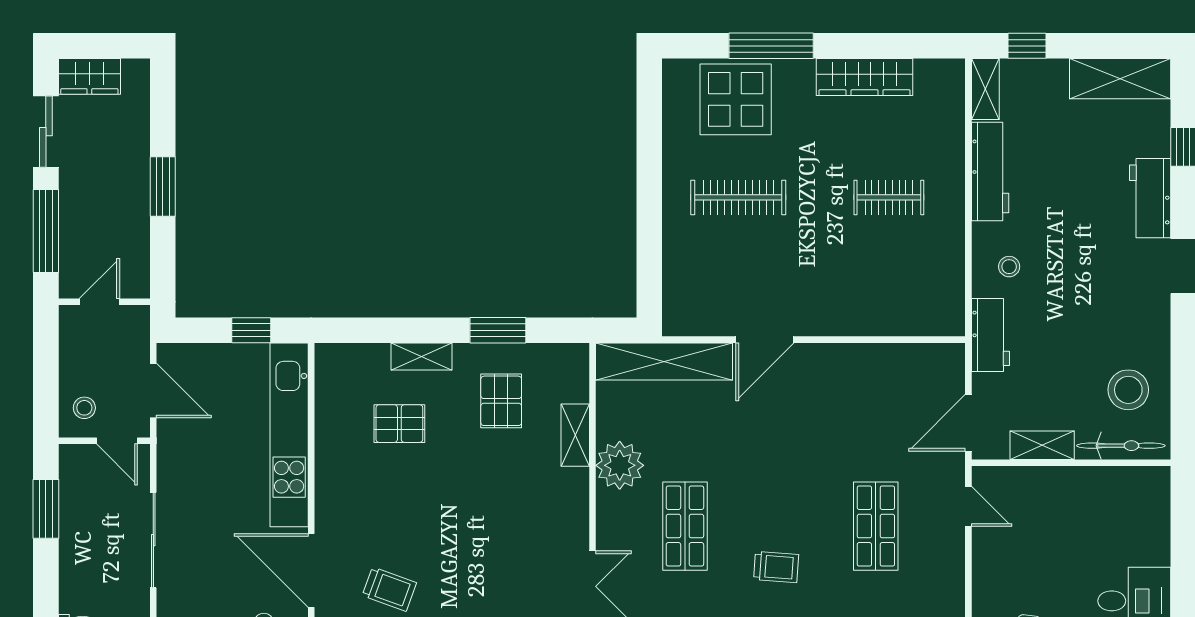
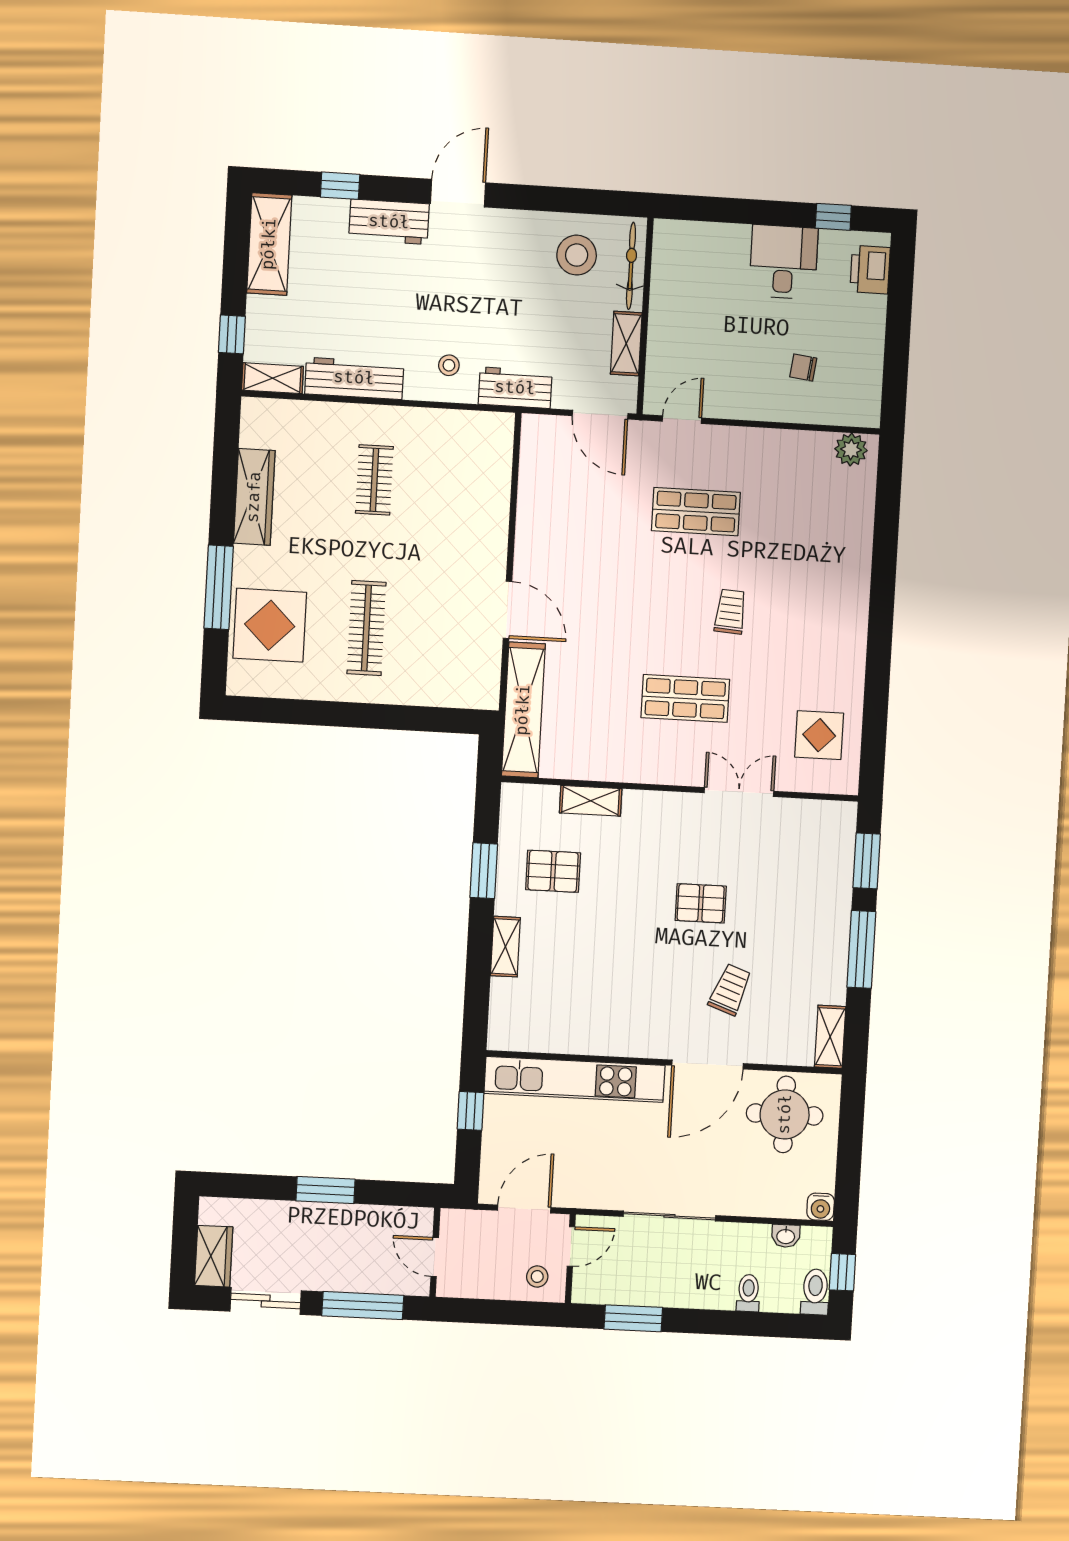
pallet: (399, 424) -> (701, 903), moved, turned 90
plant: (620, 465) -> (622, 759), removed

